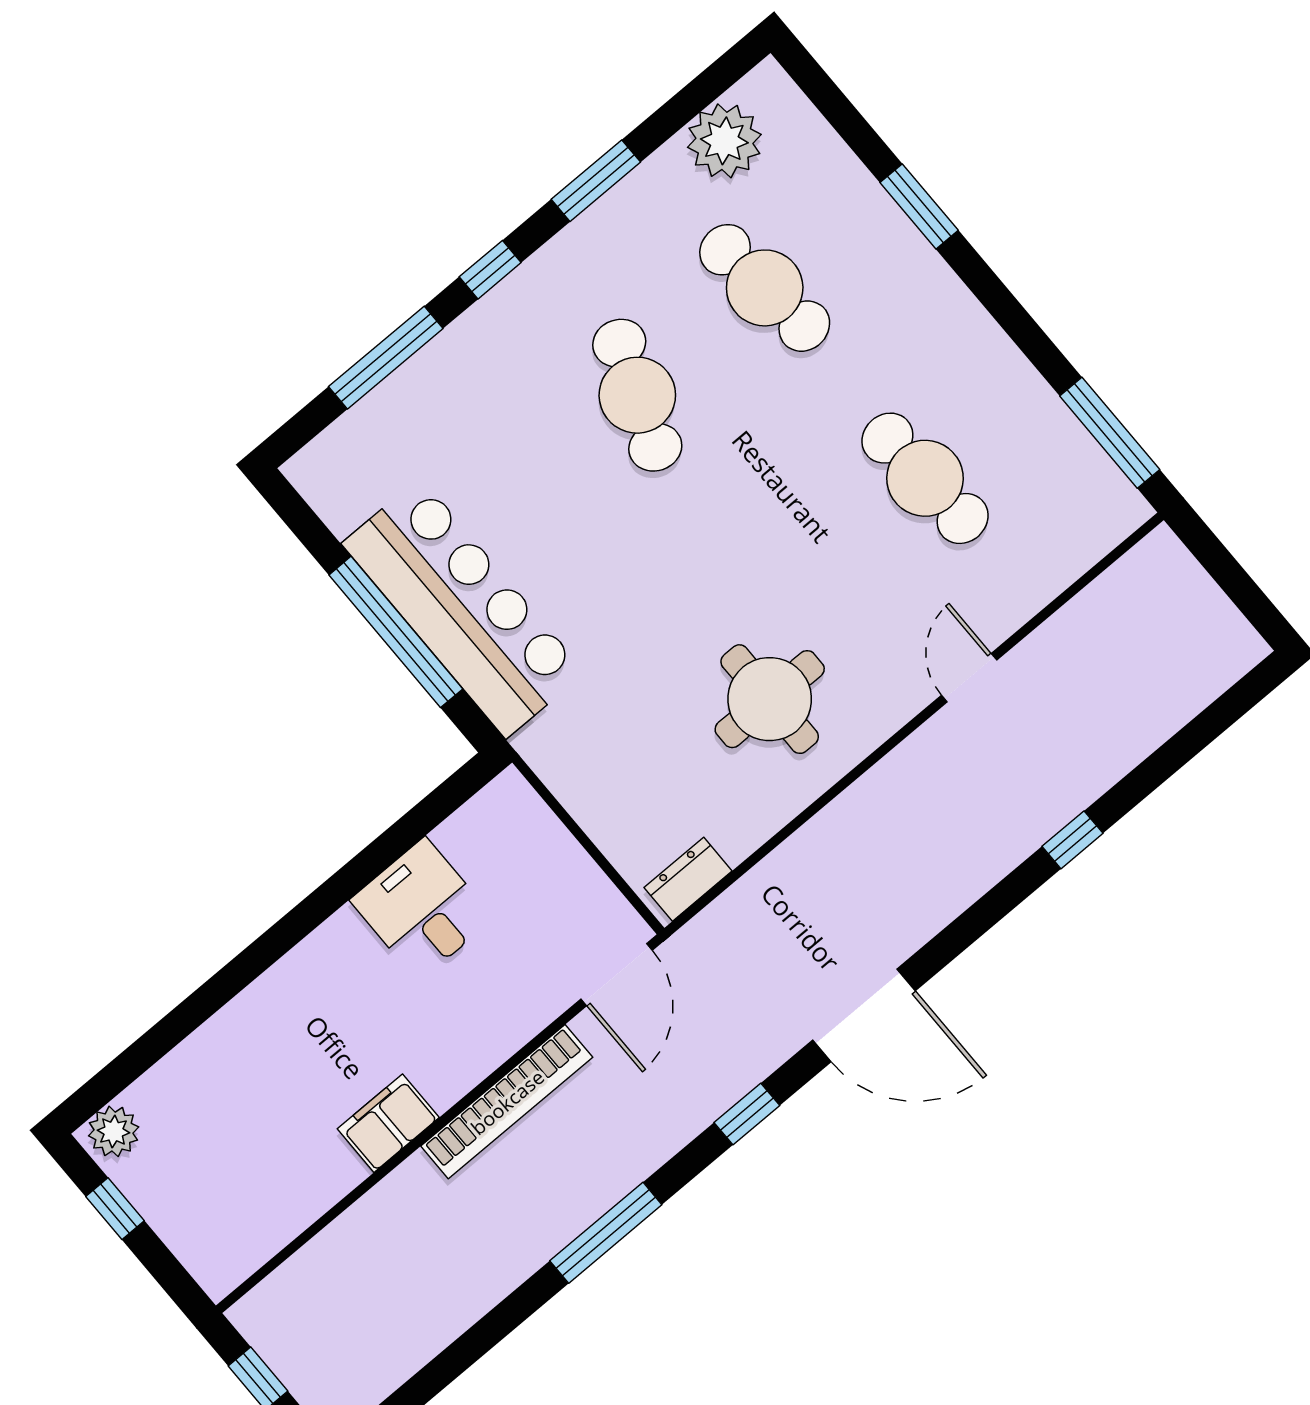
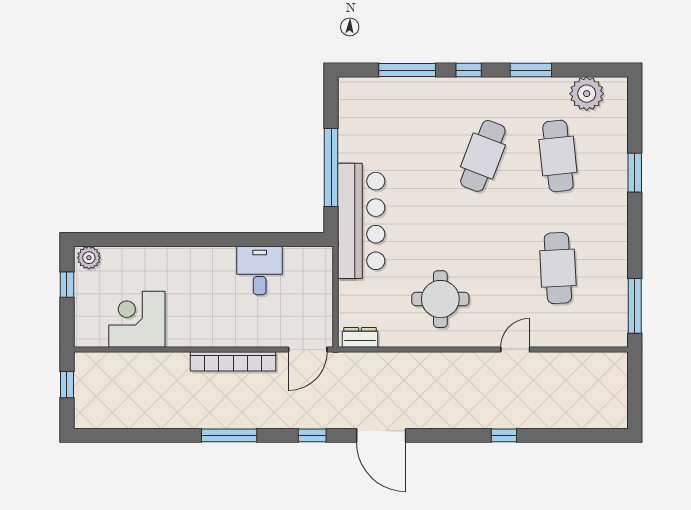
bar counter: (463, 608) -> (361, 221), moved
filing cabinet: (388, 1123) -> (186, 335), removed
corner desk: (283, 1168) -> (137, 319), added

